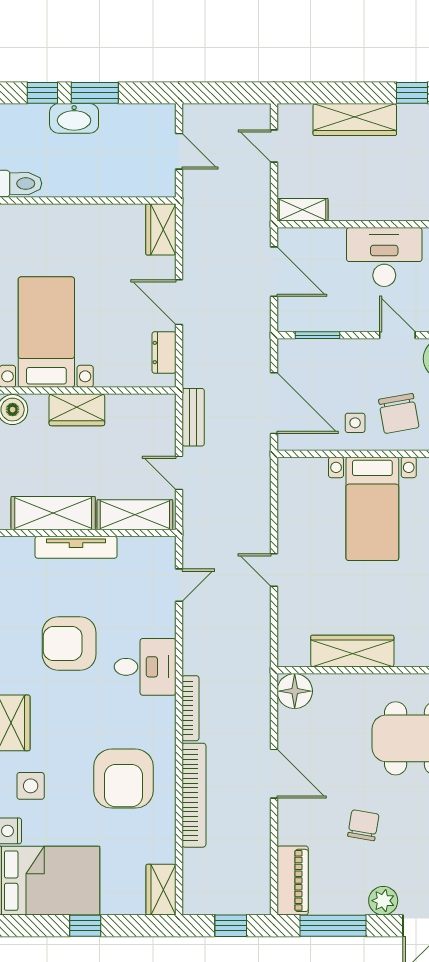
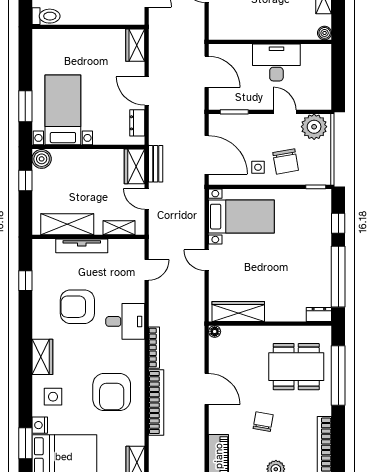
shelving: (302, 210) -> (225, 33), removed
wardrobe: (77, 410) -> (135, 166), moved, turned 90
bed with nightstands: (372, 509) -> (241, 217), moved, turned -90
shelving: (135, 515) -> (119, 228), width x0.67, depth x0.75
wardrobe: (352, 651) -> (238, 311), moved
floor lamp: (295, 691) -> (215, 332), width x0.53, depth x0.53

